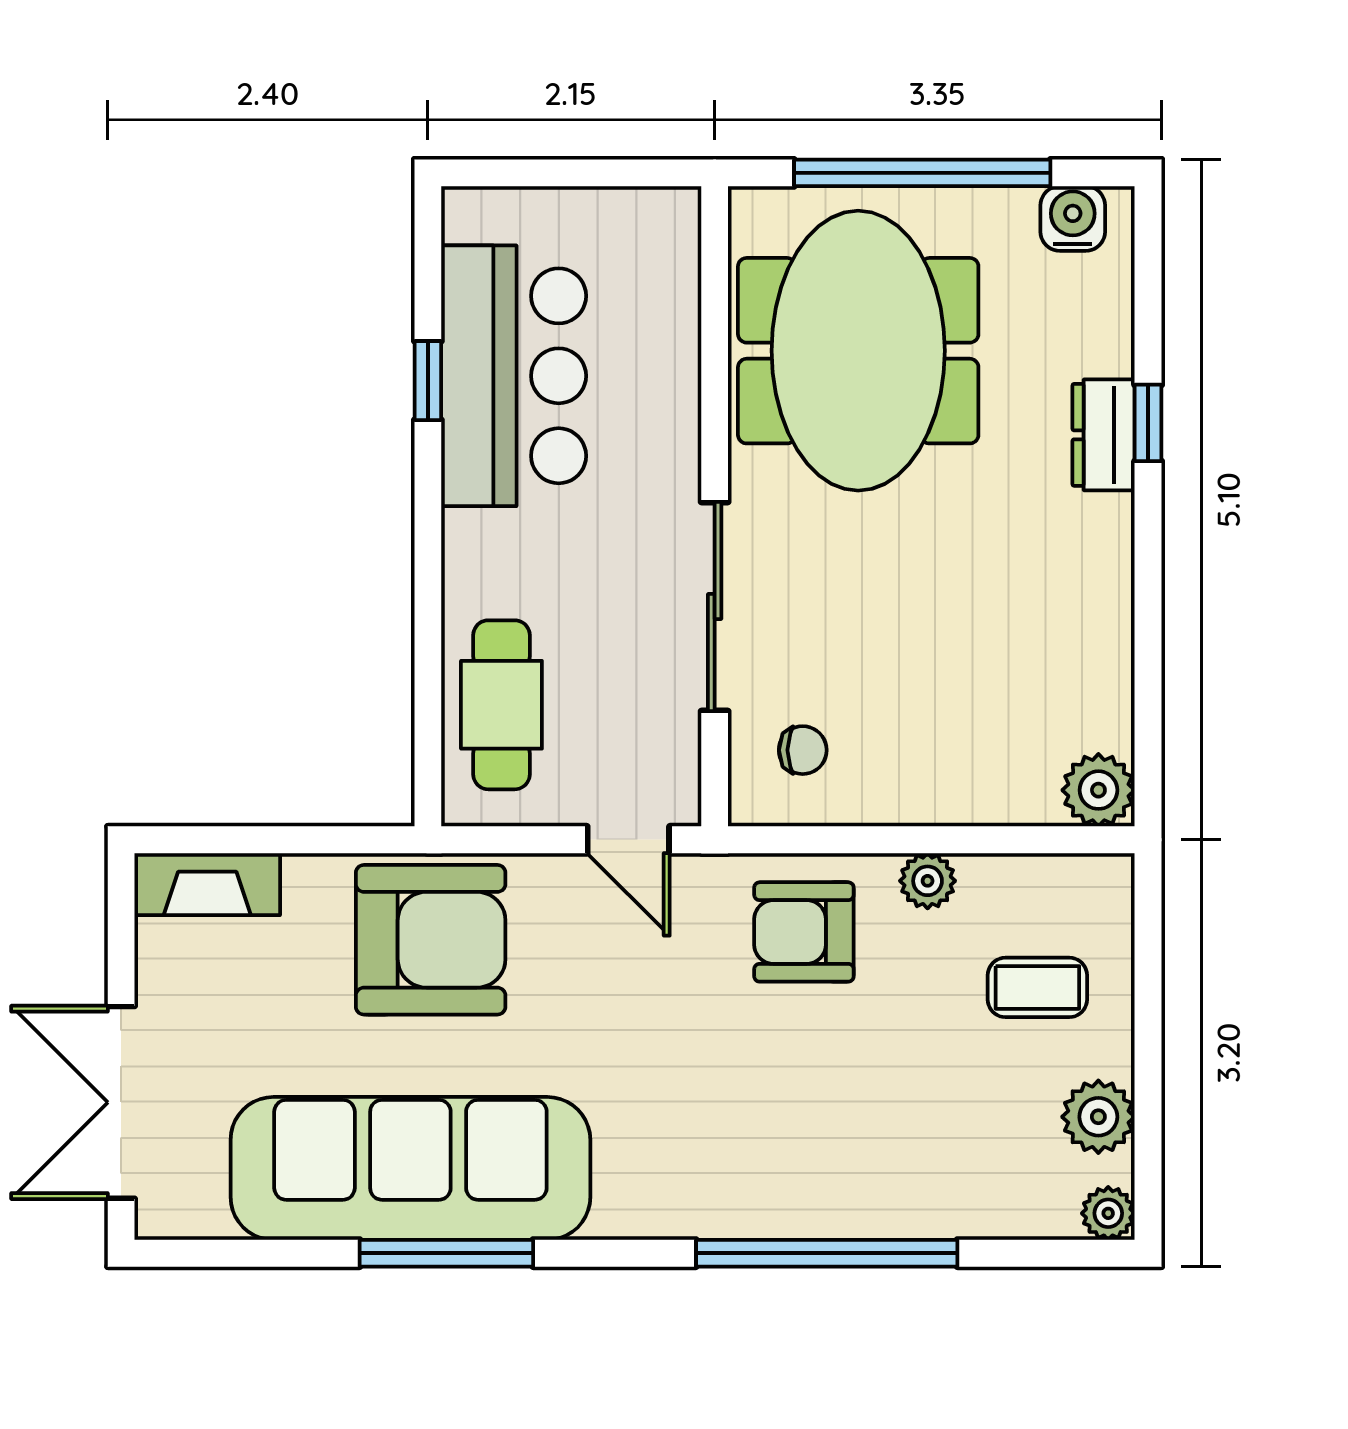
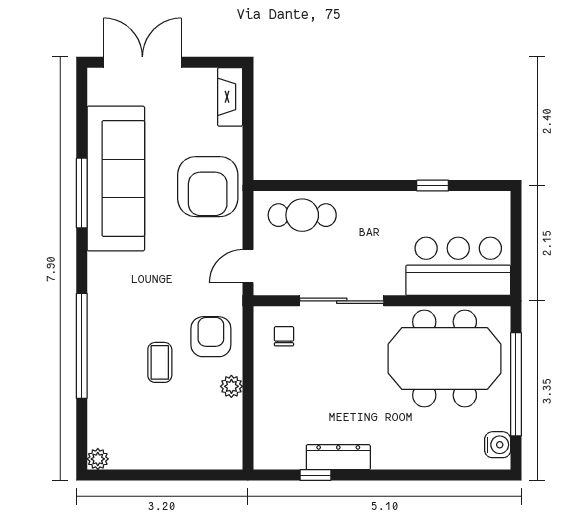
bar counter: (514, 376) -> (458, 266), moved, turned 180
window: (1148, 423) -> (315, 475), moved
dresser: (1104, 435) -> (338, 457), moved, width x1.44
chair: (803, 750) -> (284, 336), turned 180
plant: (1098, 790) -> (268, 455), removed
coffee table: (1037, 987) -> (160, 362), moved
plant: (1098, 1117) -> (137, 455), removed

